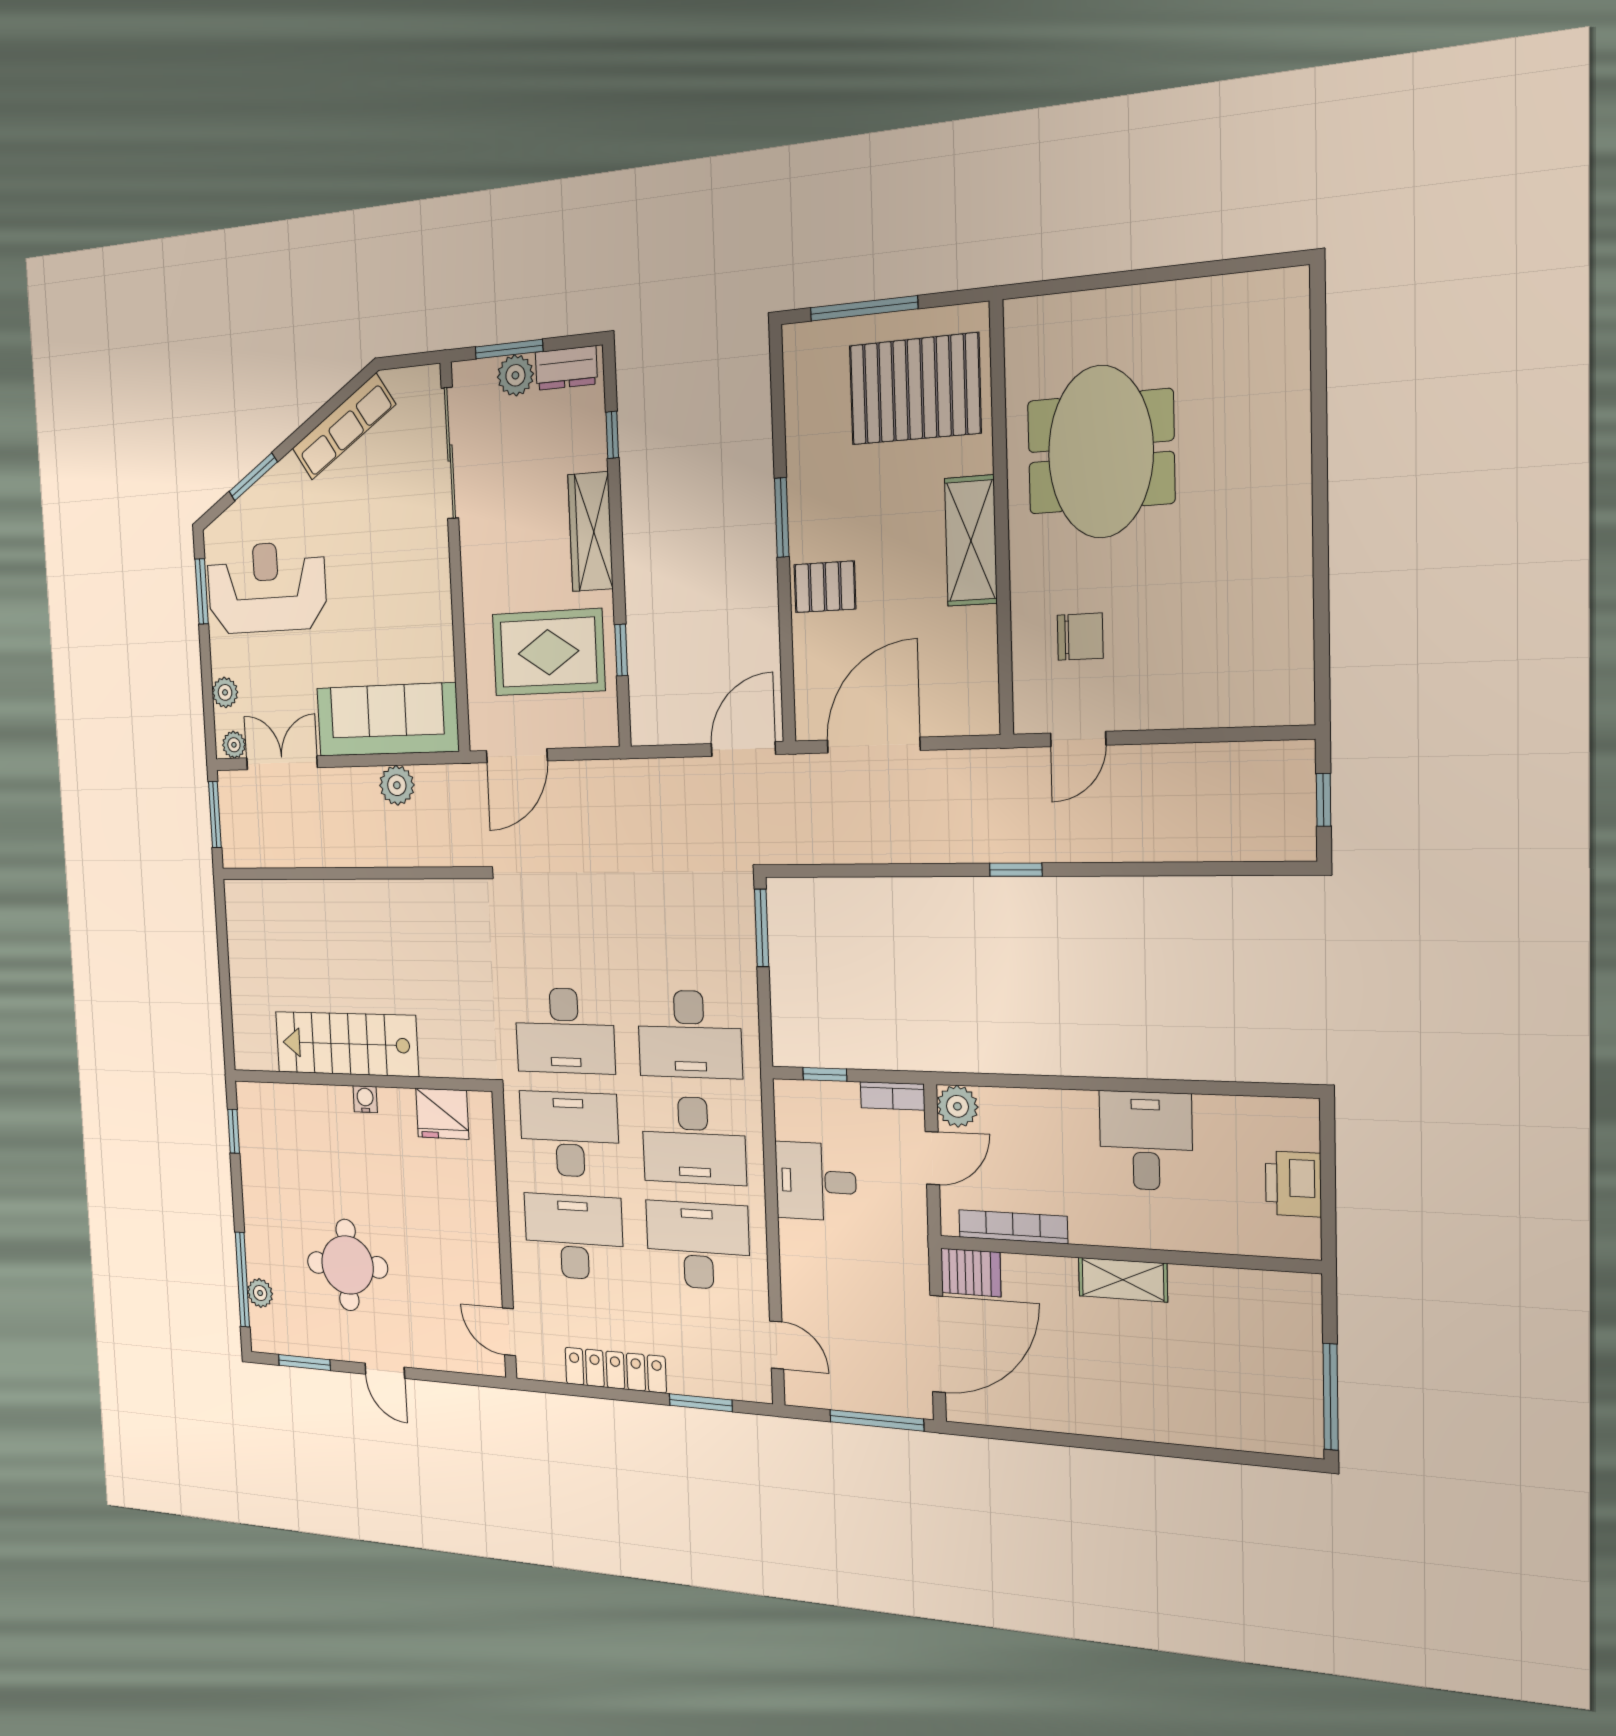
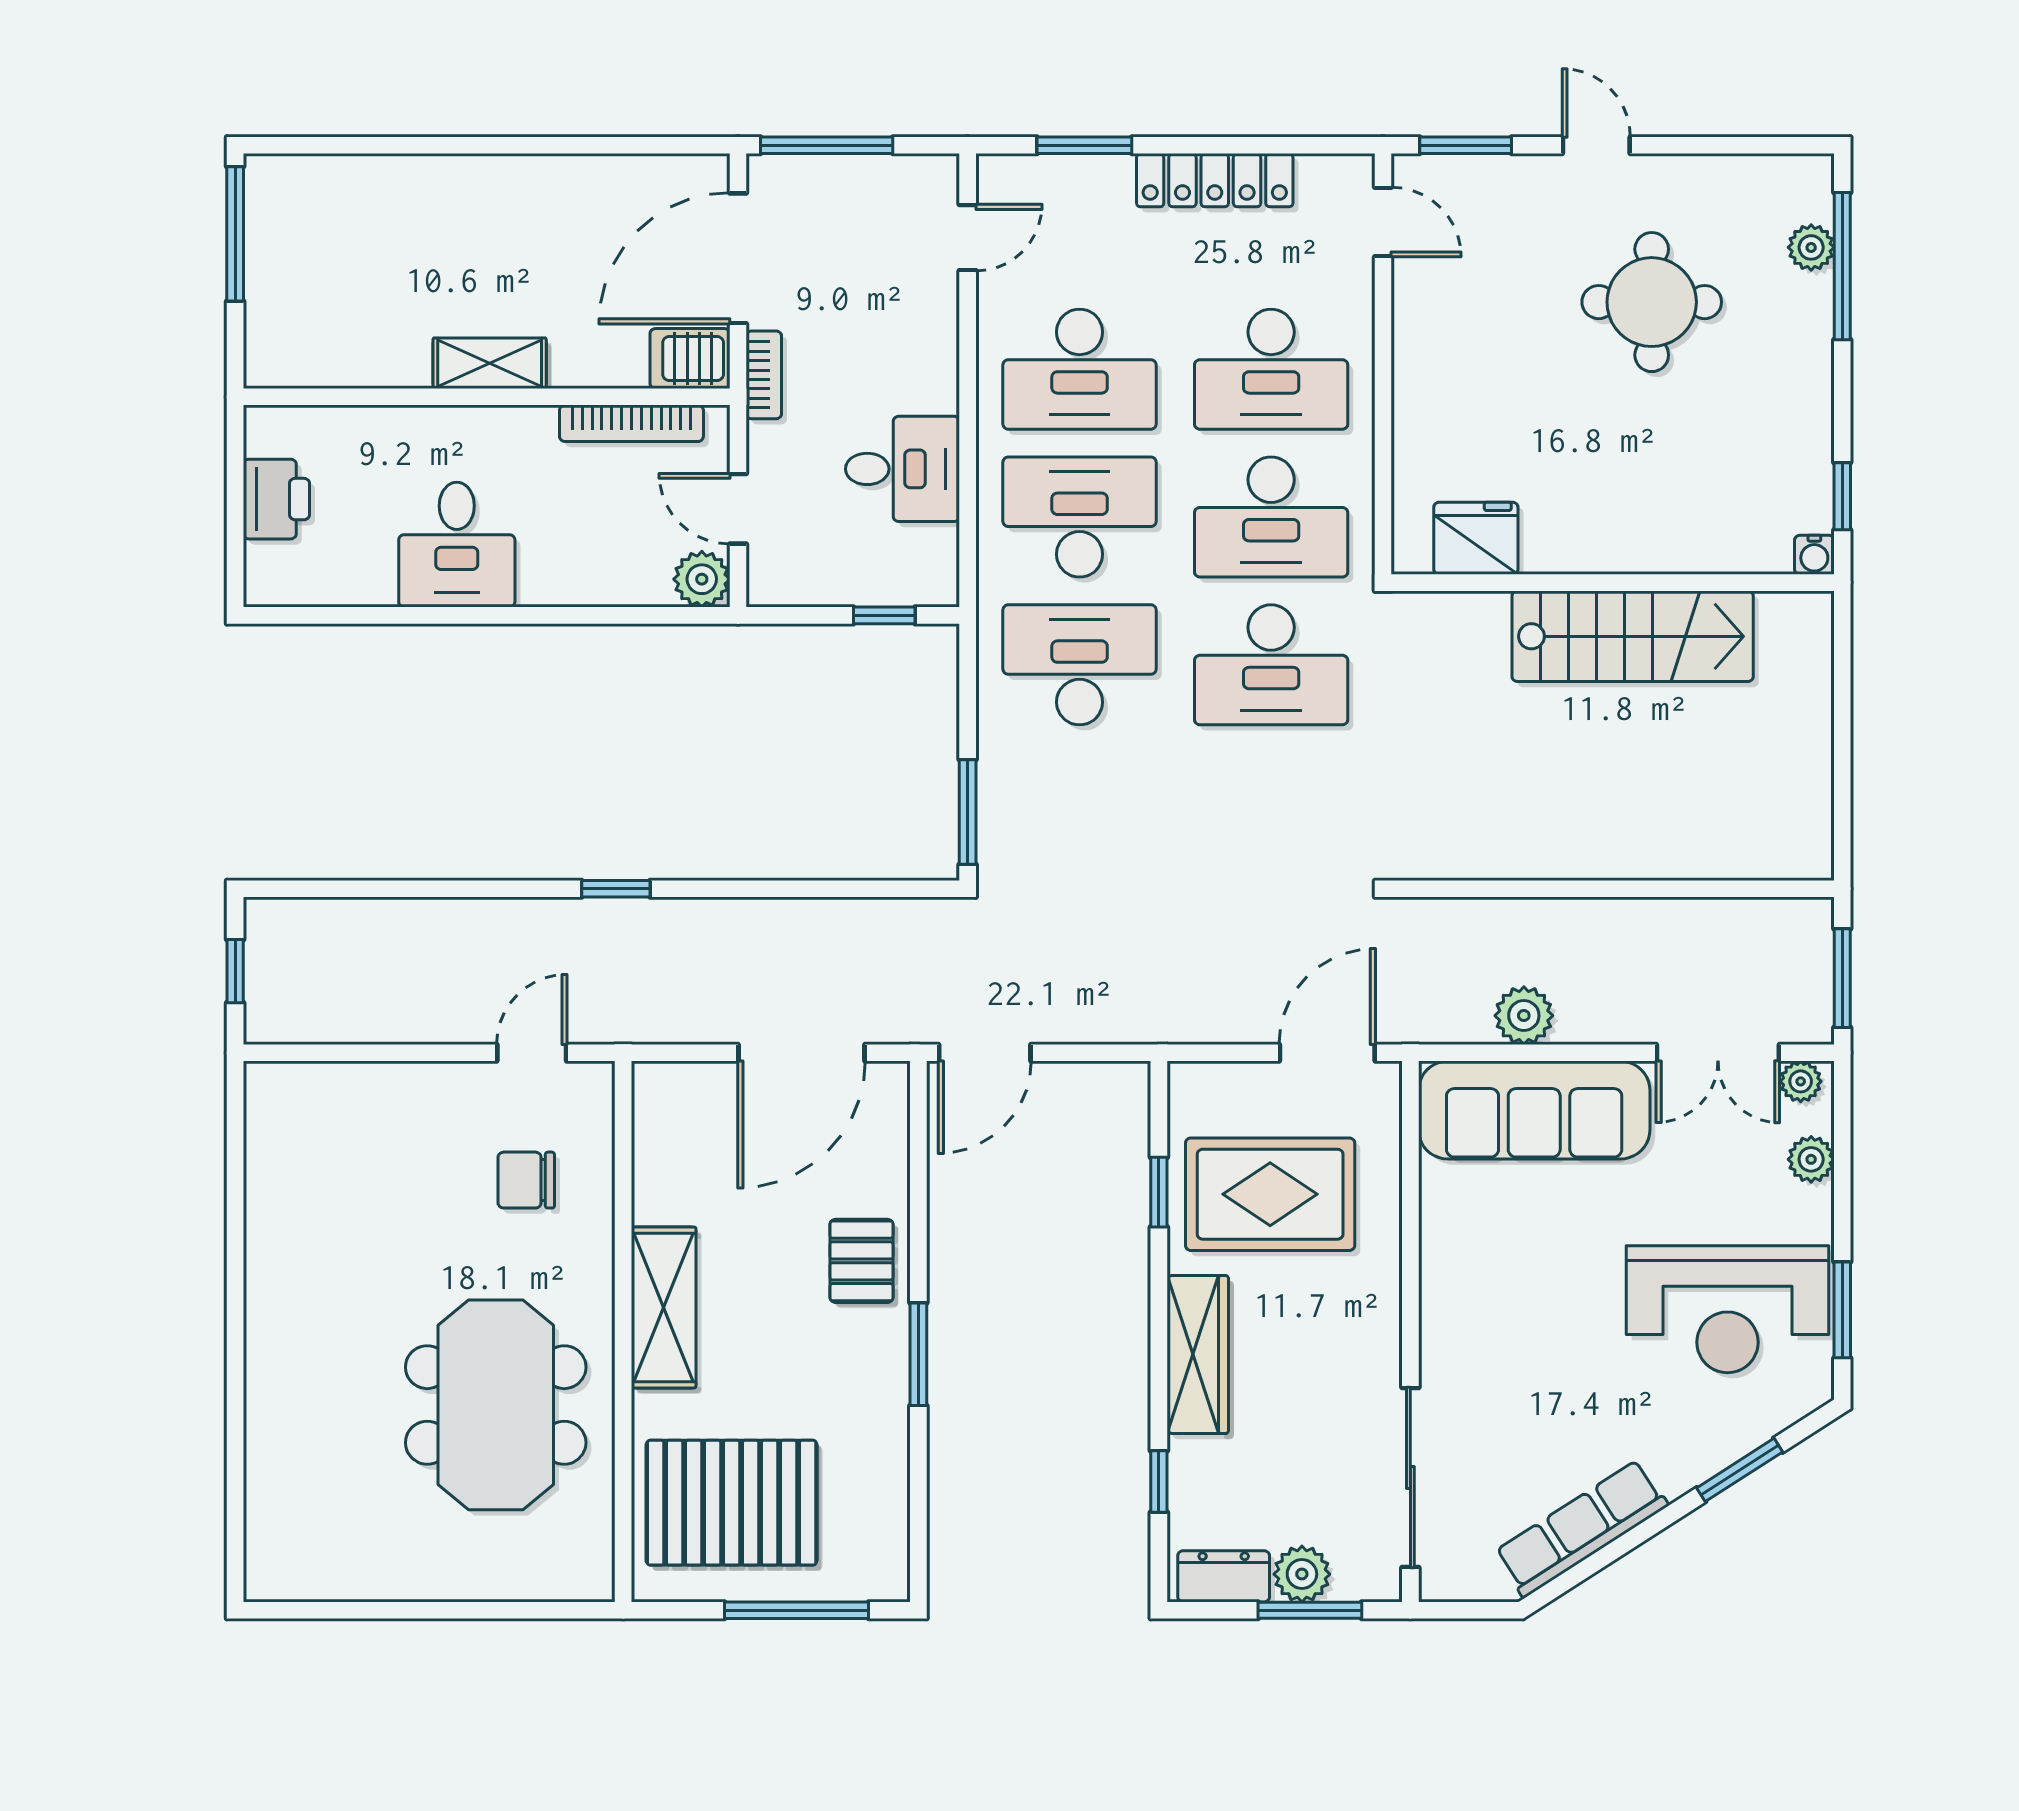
pallet: (825, 587) -> (861, 1261), turned 90
desk: (565, 1031) -> (1271, 665), turned 180
bookcase: (893, 1096) -> (764, 375), moved, turned 90
water cooler: (365, 1099) -> (1814, 555), moved
door: (932, 1158) -> (738, 509), hinge flipped
door: (777, 1345) -> (968, 238), swing flipped
window: (304, 1363) -> (1466, 145), moved

